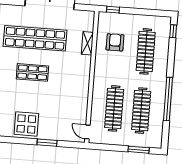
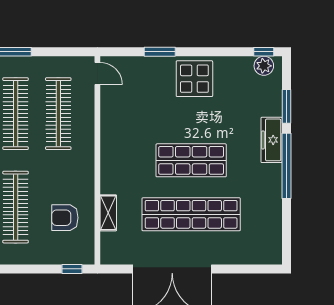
armchair: (115, 42) -> (65, 218), turned 90
shop shelf: (32, 72) -> (191, 160), width x1.43, depth x1.36

